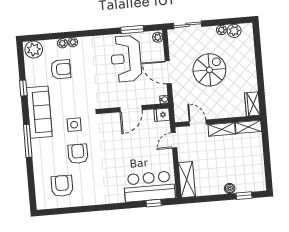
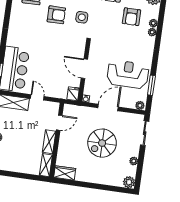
plant: (234, 31) -> (129, 182), moved
spiral stairs: (209, 70) -> (102, 143), turned 90
door: (174, 140) -> (37, 97), moved

